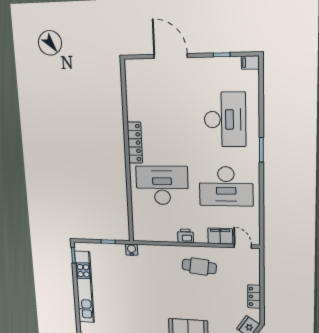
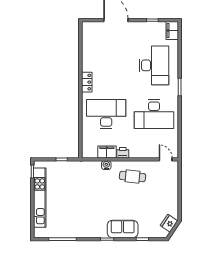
filing cabinet: (250, 63) -> (172, 31), width x2.00
locker: (135, 143) -> (87, 82), width x0.66
filing cabinet: (220, 236) -> (107, 152), moved
water cooler: (132, 250) -> (106, 165), moved
locker: (254, 297) -> (174, 199), removed

